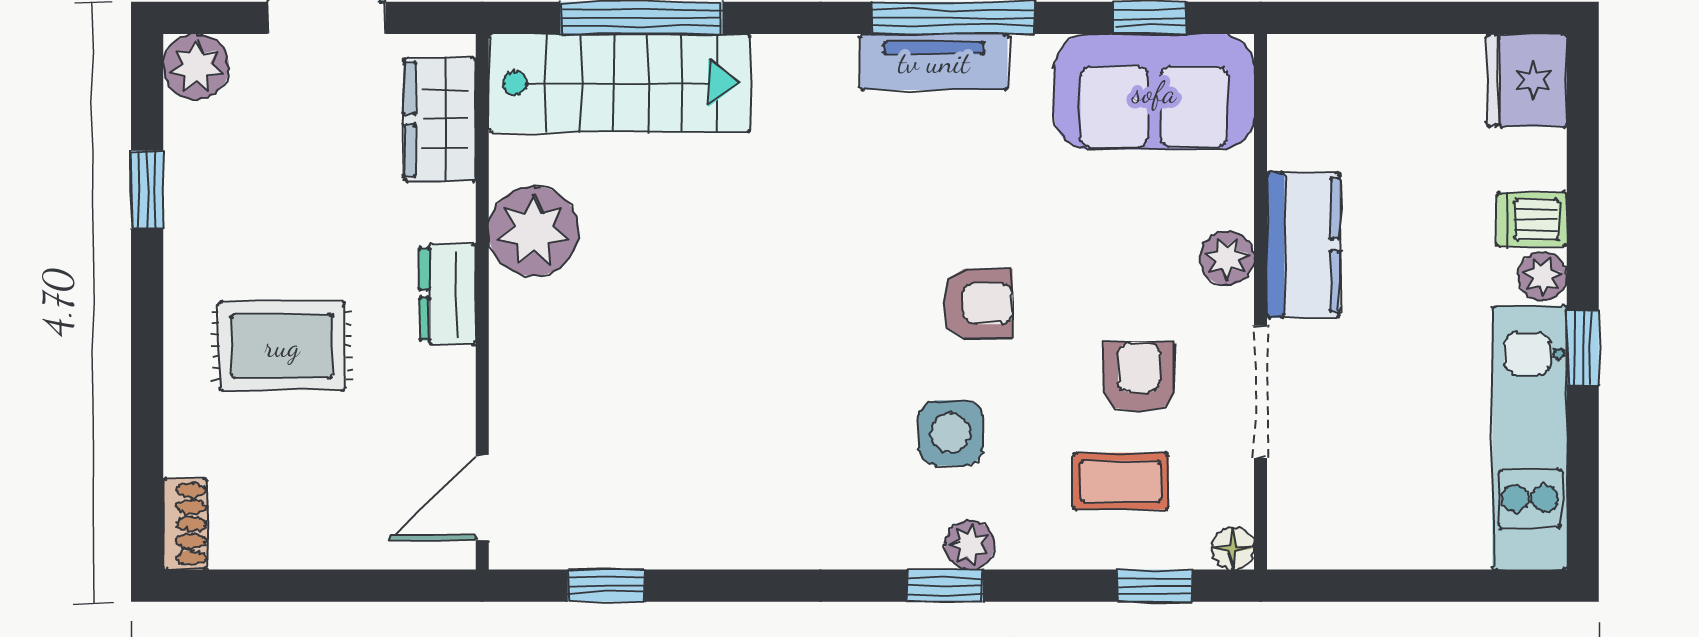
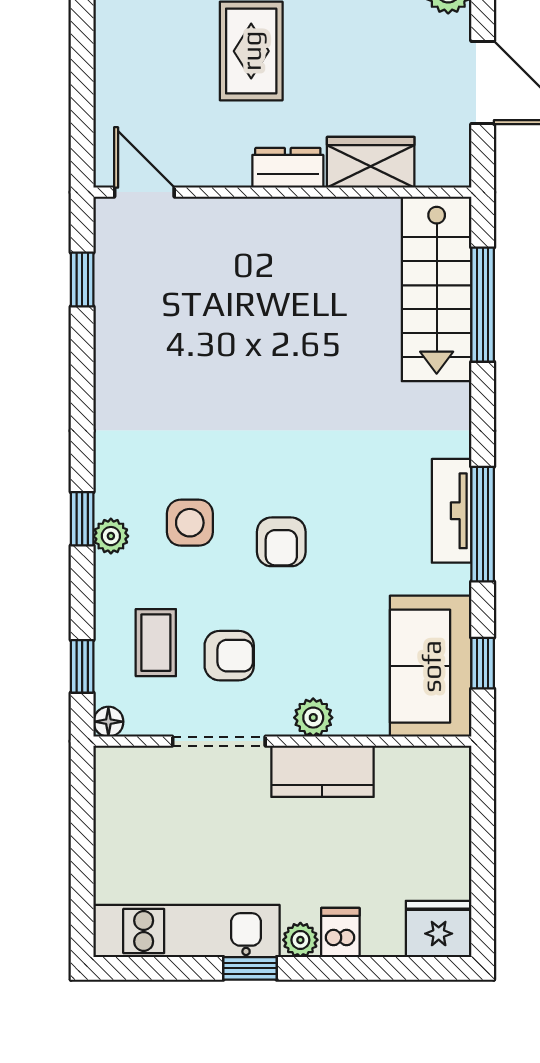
wardrobe: (440, 119) -> (371, 162), moved
plant: (534, 231) -> (332, 228), removed

